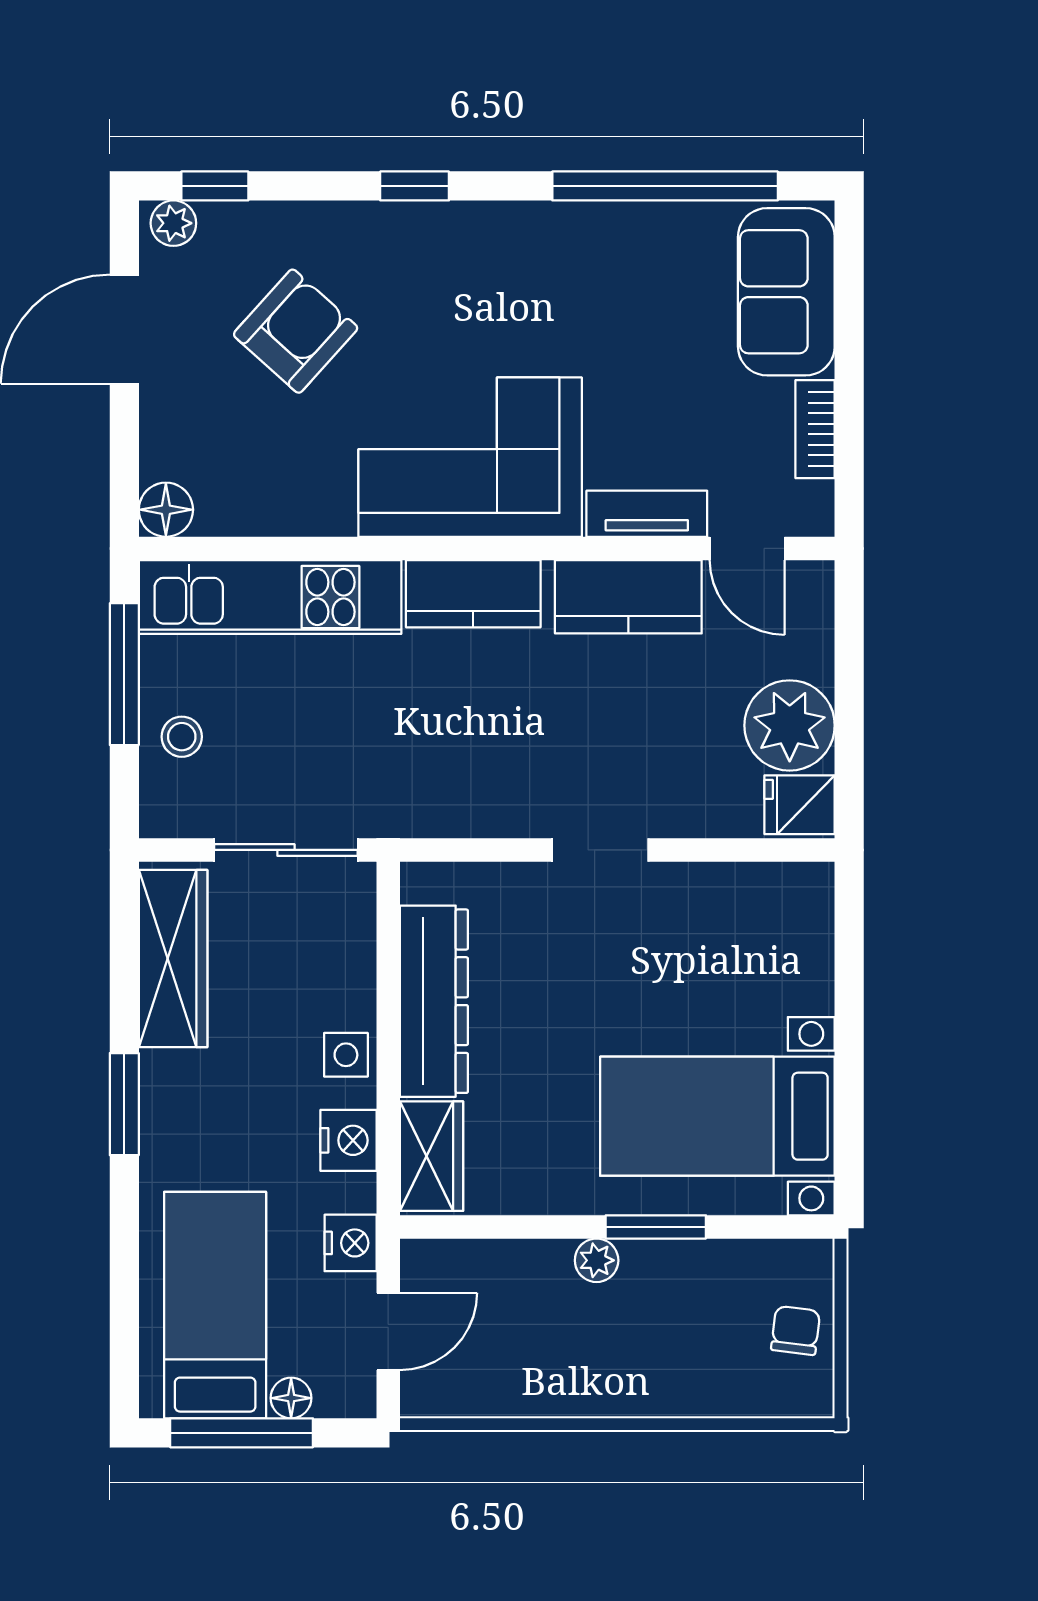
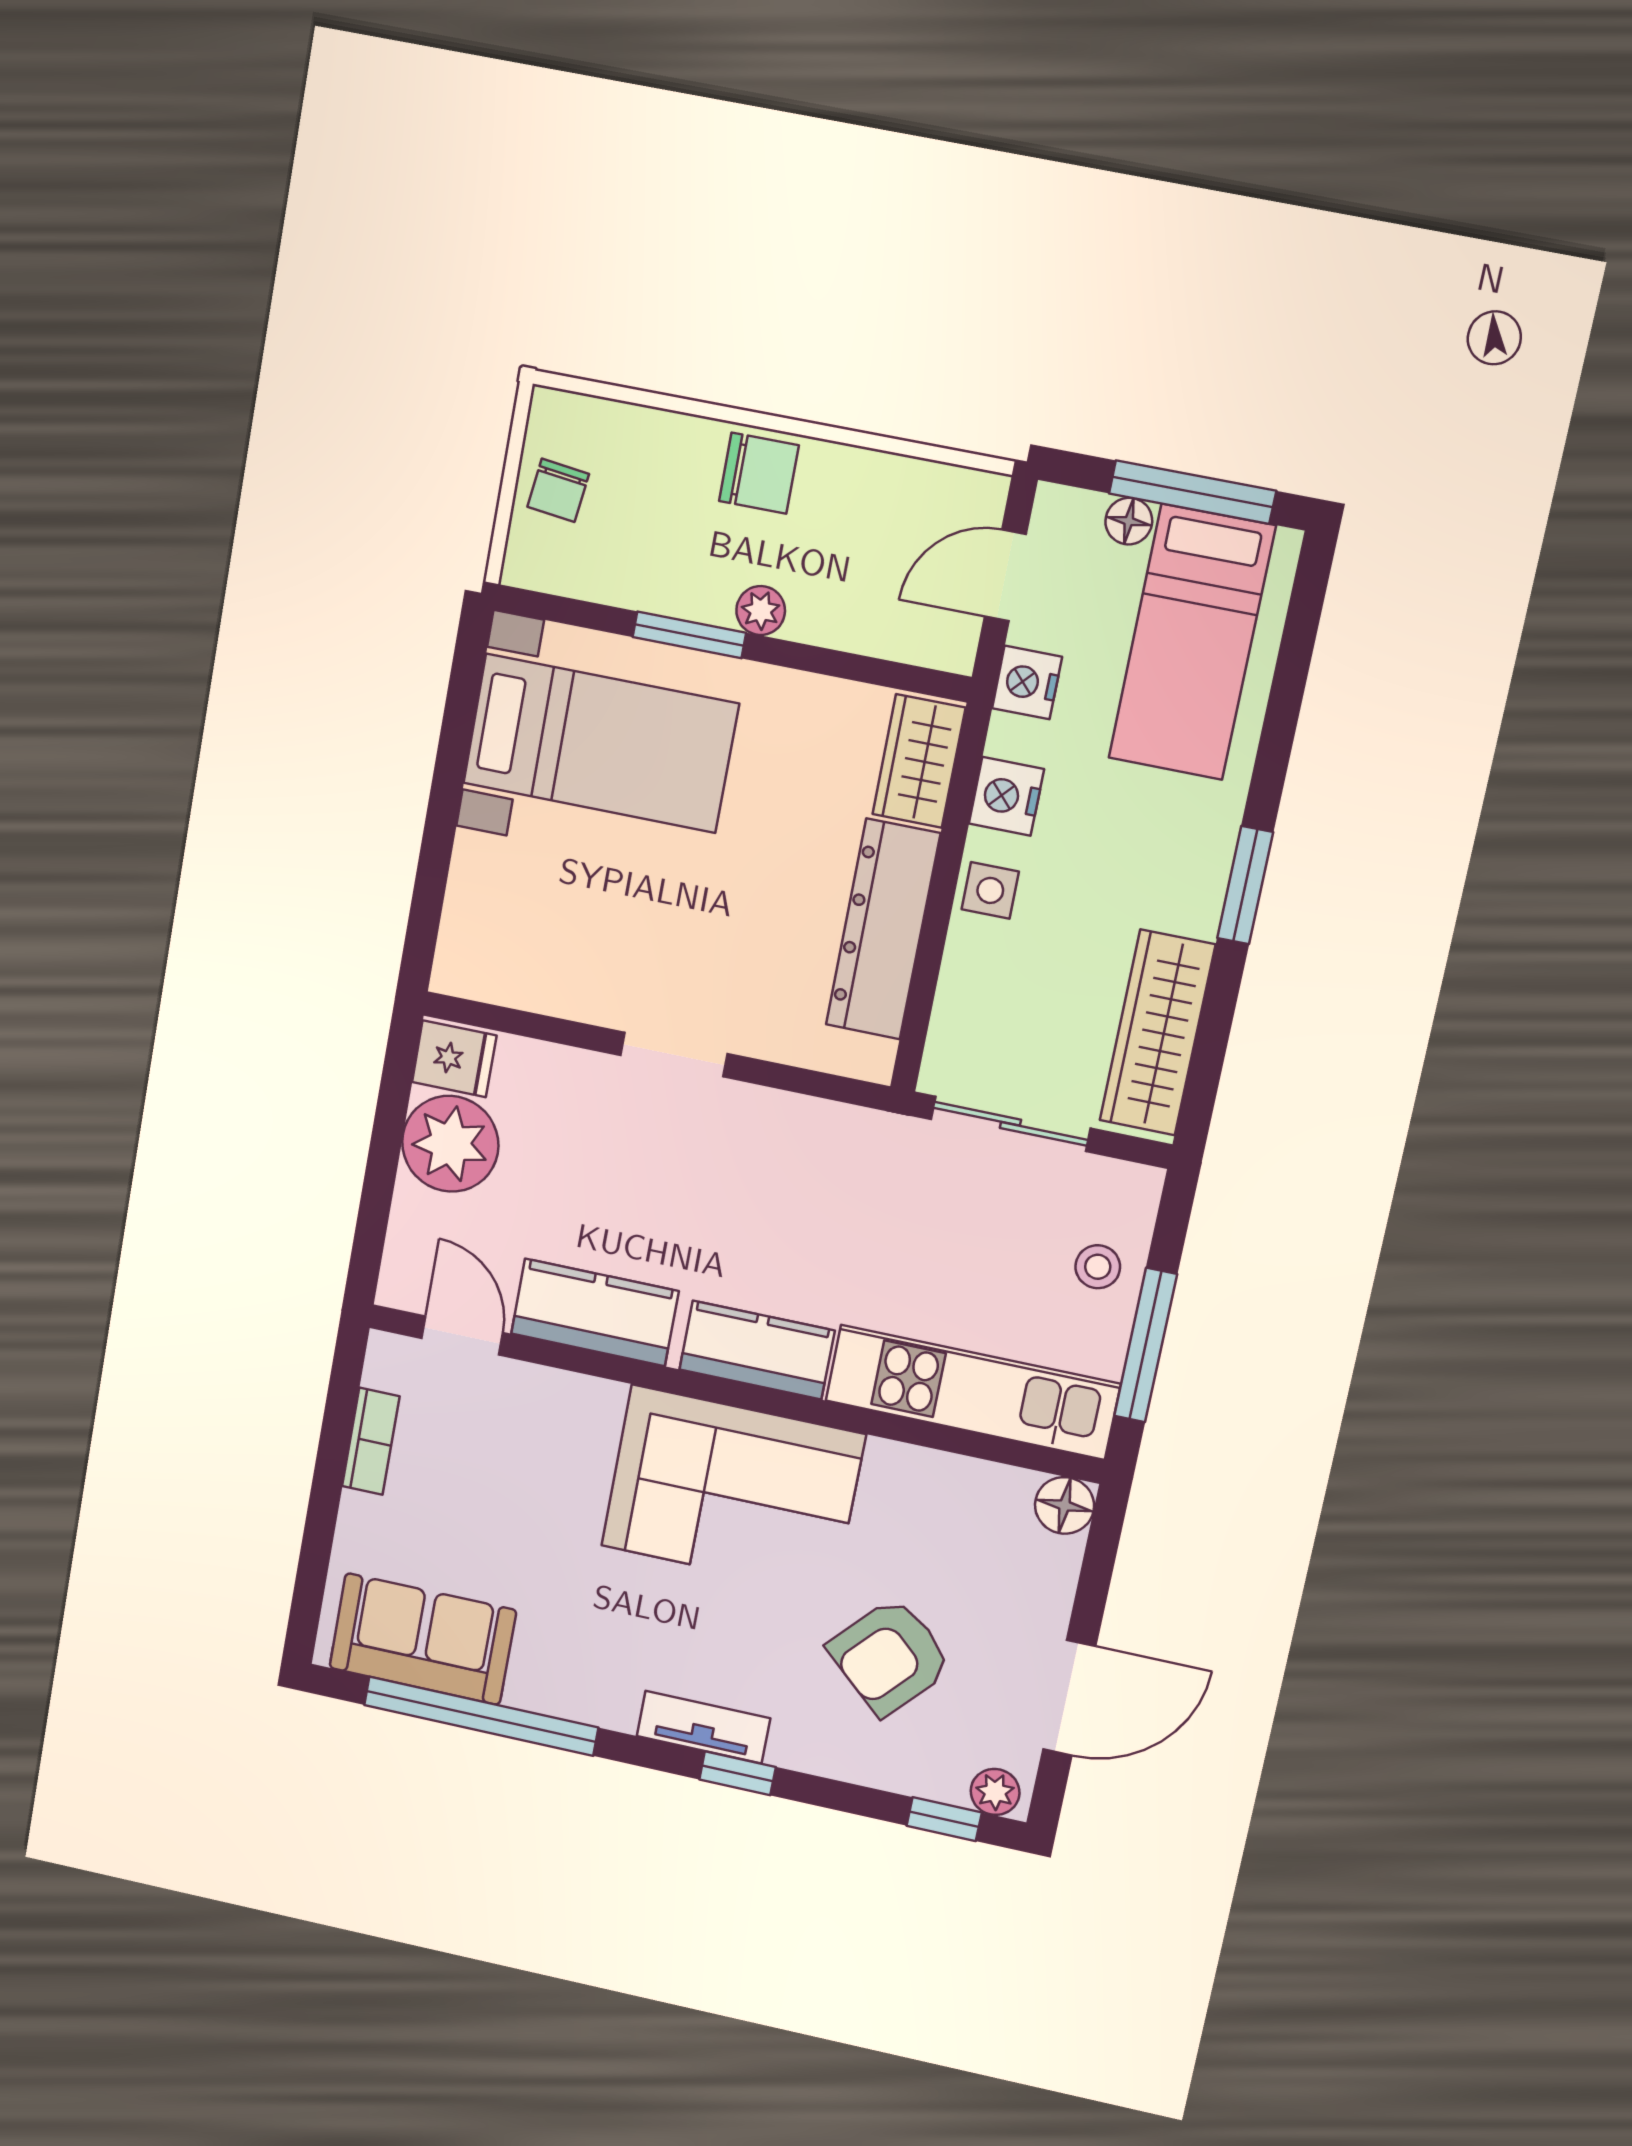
sofa: (786, 292) -> (423, 1639), moved, turned -90
tv unit: (647, 514) -> (704, 1727), moved, turned 180
chair: (621, 1378) -> (759, 473), added

